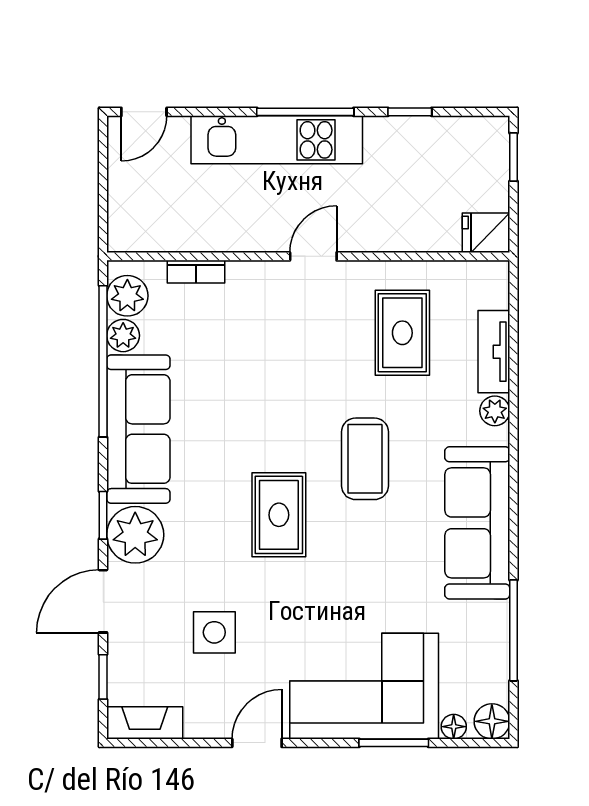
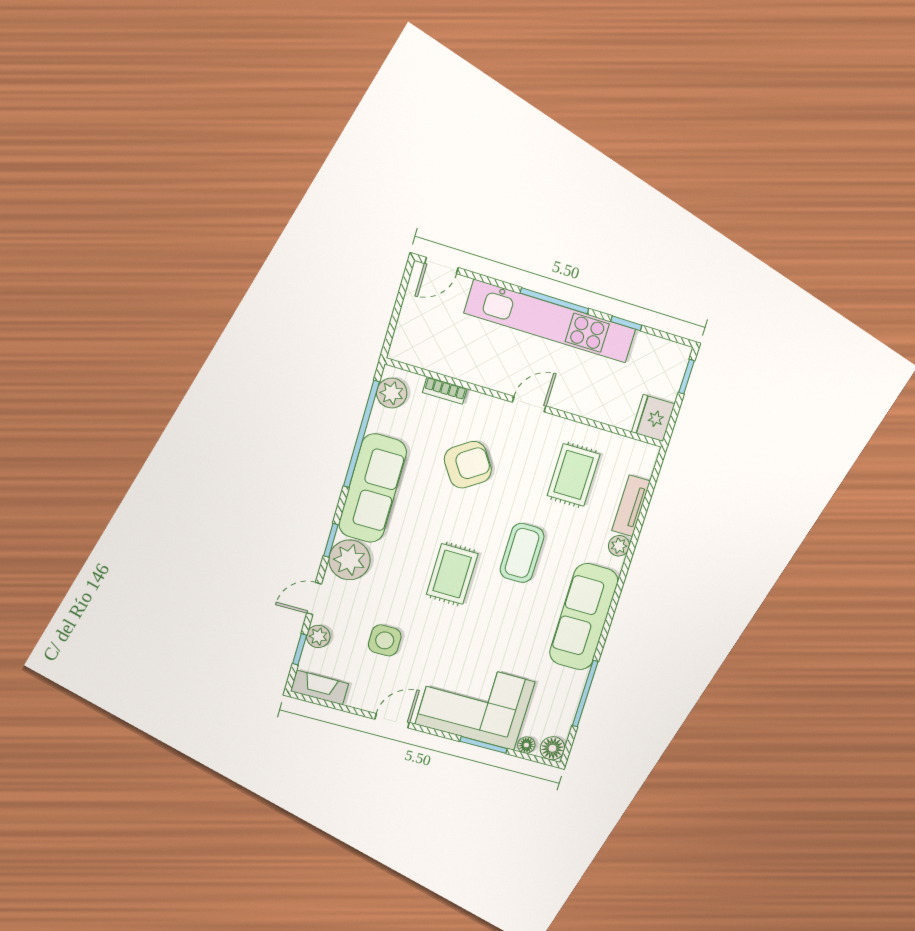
kitchen unit: (277, 140) -> (550, 321), width x1.36
fridge: (486, 233) -> (653, 418), width x1.38
plant: (123, 336) -> (318, 636), moved
armchair: (256, 361) -> (468, 465), added
door: (103, 601) -> (314, 599), width x0.73

